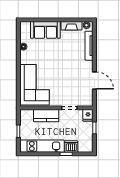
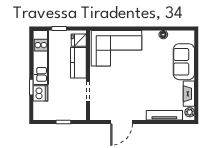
fridge: (88, 115) -> (79, 40), moved

